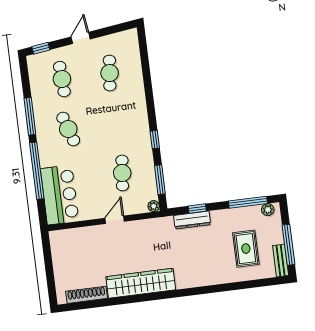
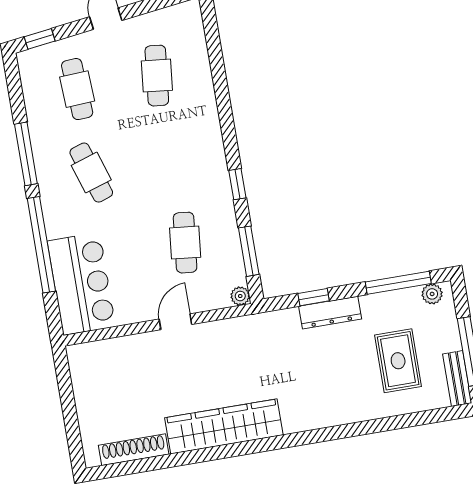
dresser: (192, 220) -> (330, 313), moved

